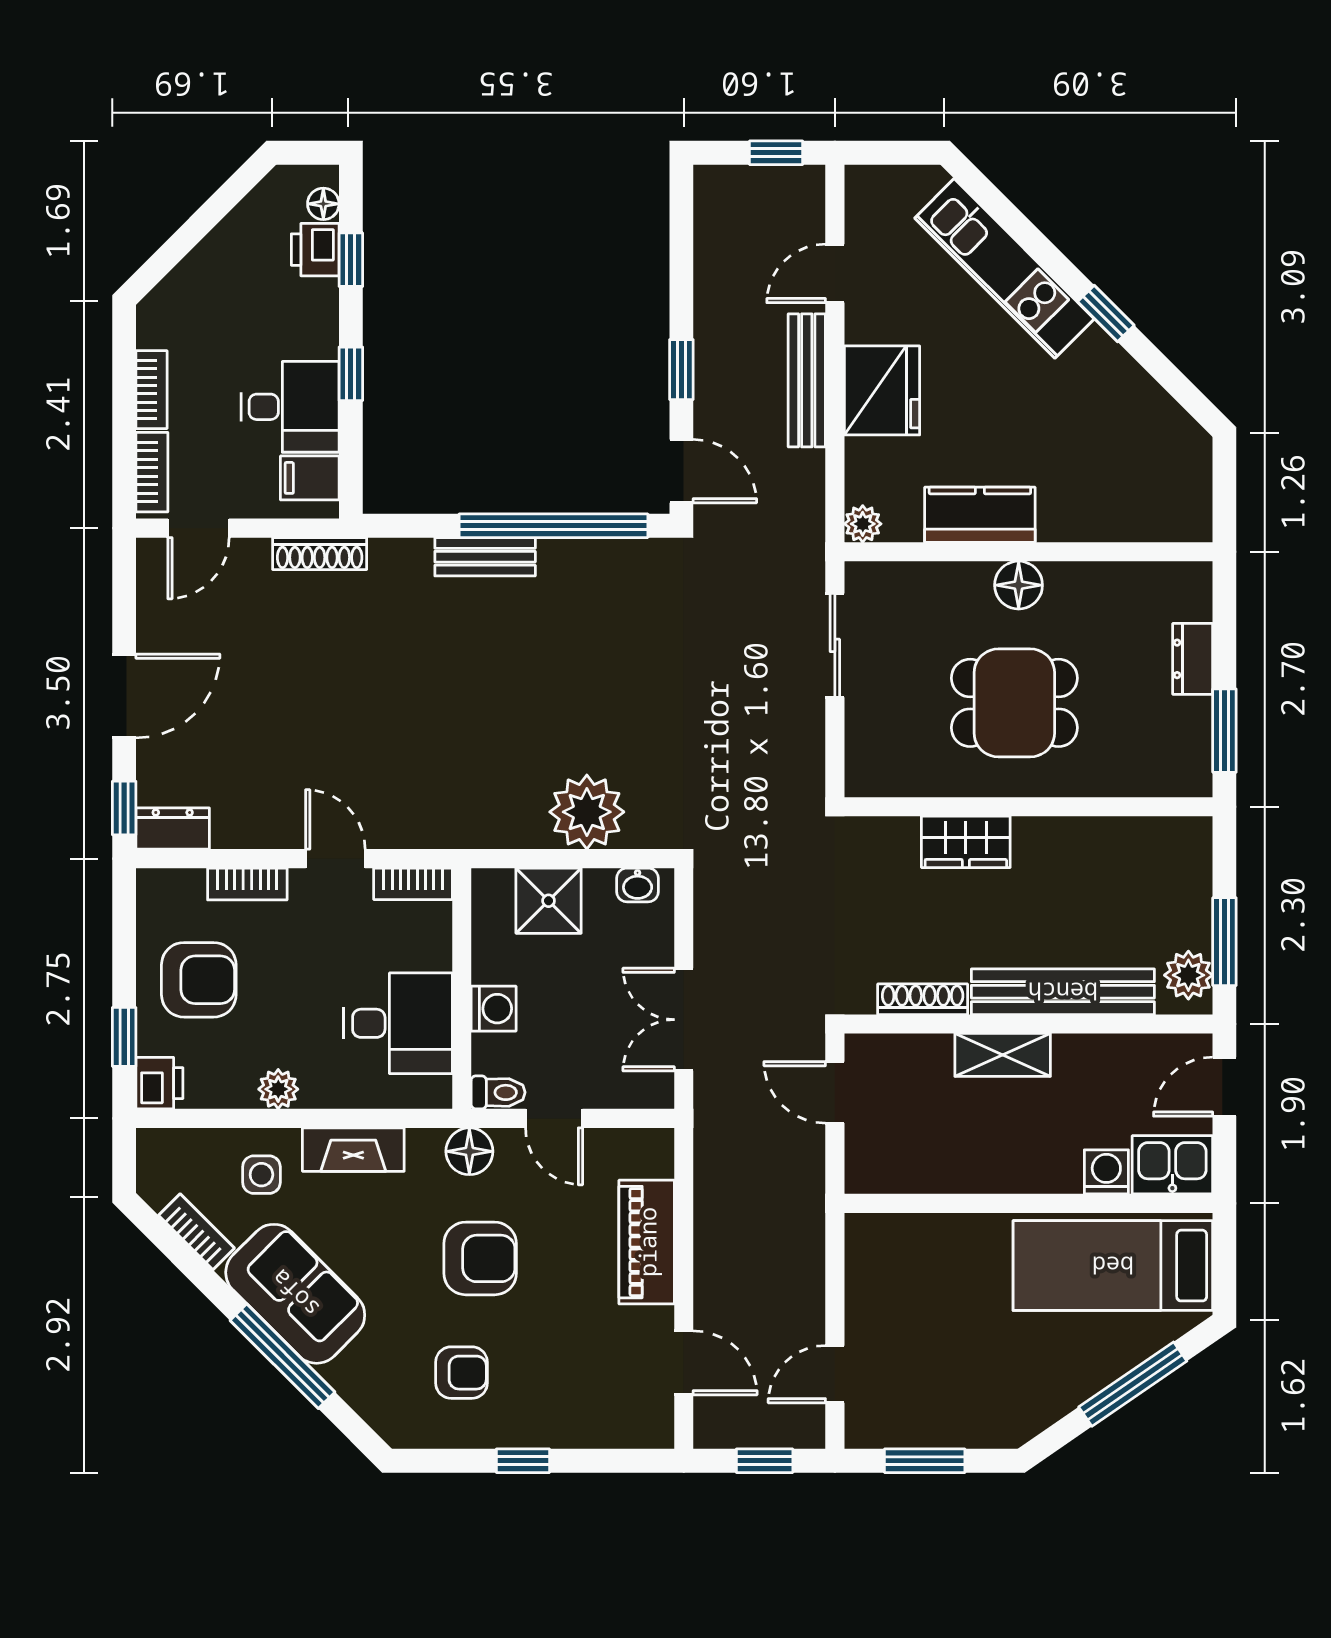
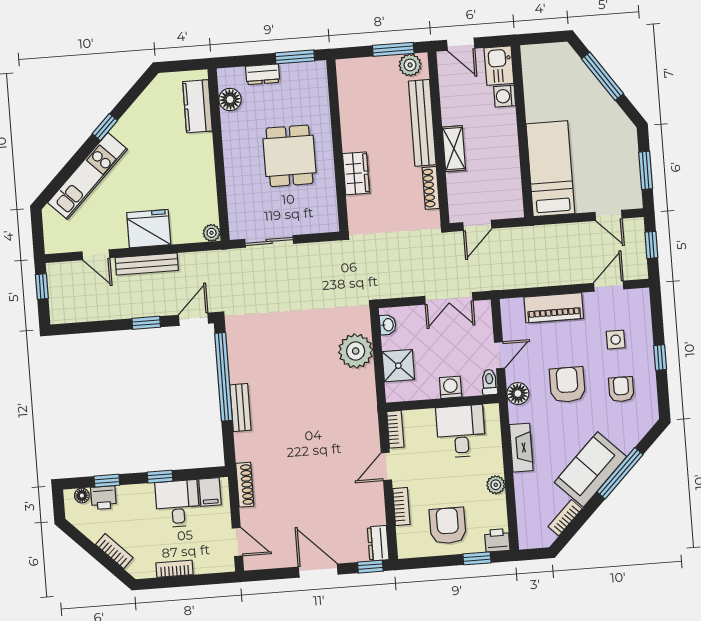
bookcase: (152, 472) -> (114, 551), moved, turned 45
kitchen counter: (980, 515) -> (198, 106), moved
floor lamp: (1019, 585) -> (230, 99), moved
side table: (261, 1175) -> (616, 340), moved
bed: (1113, 1266) -> (550, 169), moved, turned 180

